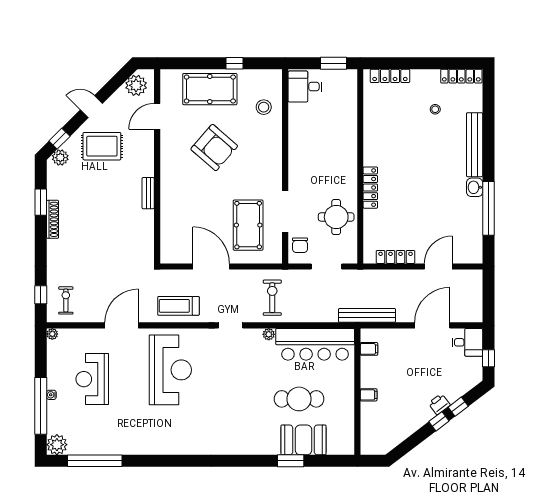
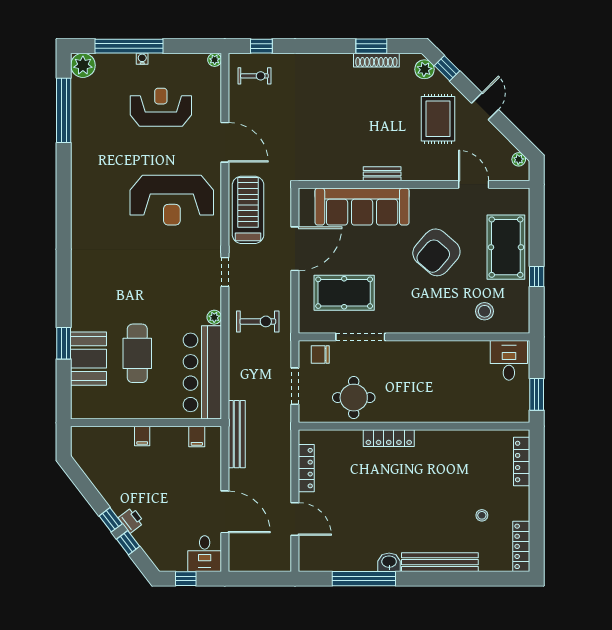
plant: (136, 85) -> (519, 159), width x0.53, depth x0.53
sofa: (176, 210) -> (362, 207), added
shoe rack: (53, 219) -> (376, 60), moved
treadmill: (178, 306) -> (248, 210), width x1.37, depth x1.38

